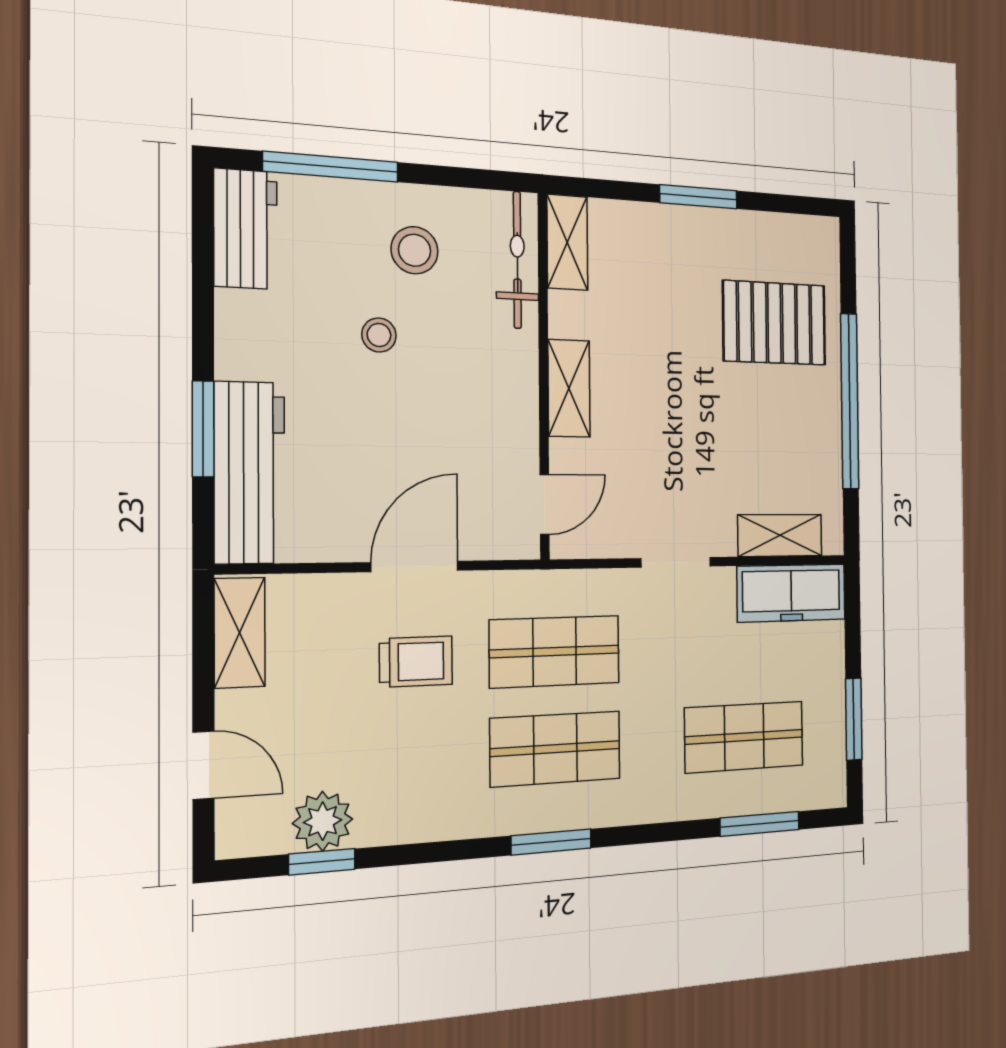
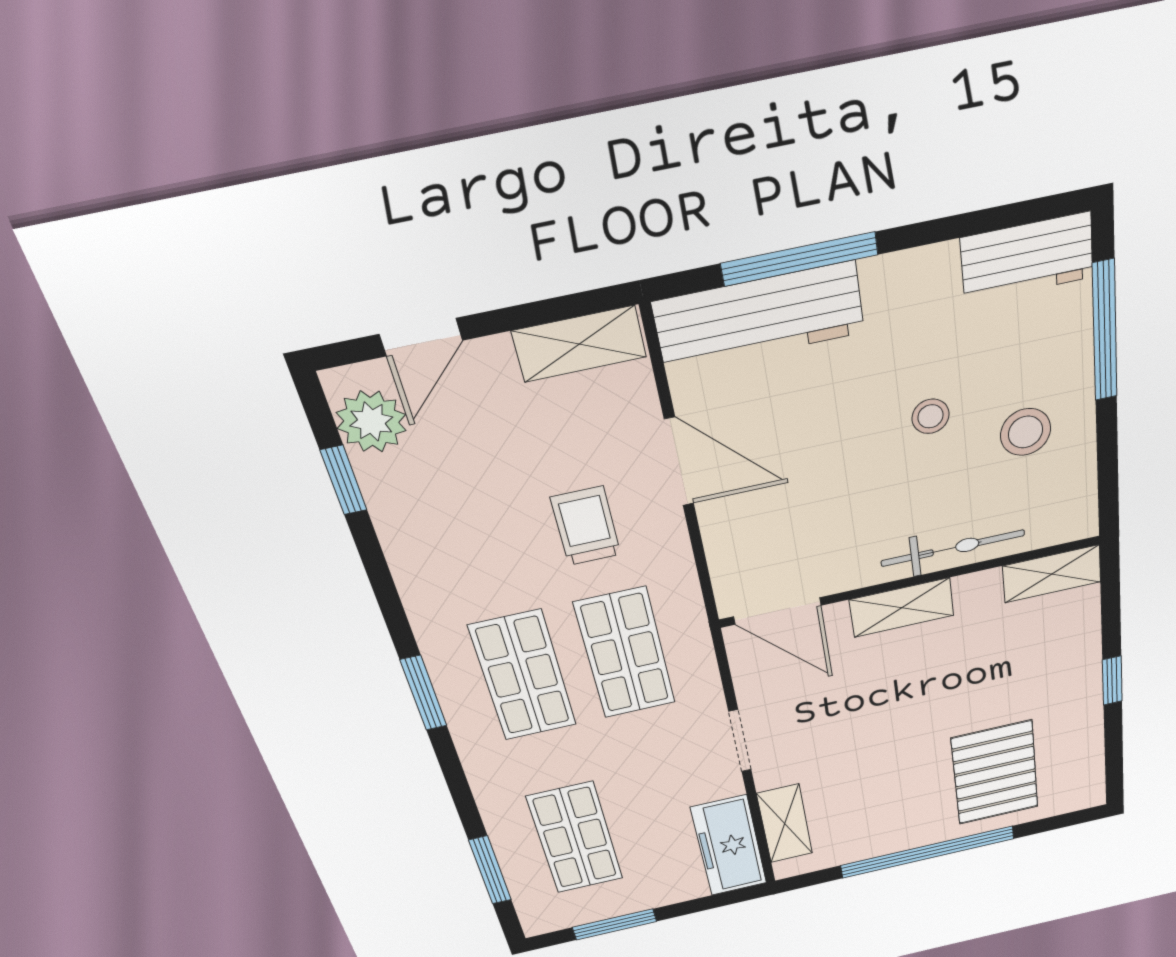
window: (698, 197) -> (1112, 681), width x0.67
bicycle: (517, 260) -> (953, 548), moved
window: (203, 429) -> (800, 259), width x1.44
door: (545, 504) -> (777, 611), width x1.38
door: (415, 566) -> (679, 462), moved
trolley: (416, 662) -> (586, 526), turned 180
plant: (323, 821) -> (371, 422), moved

